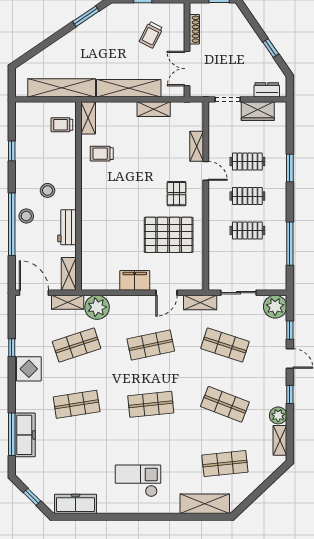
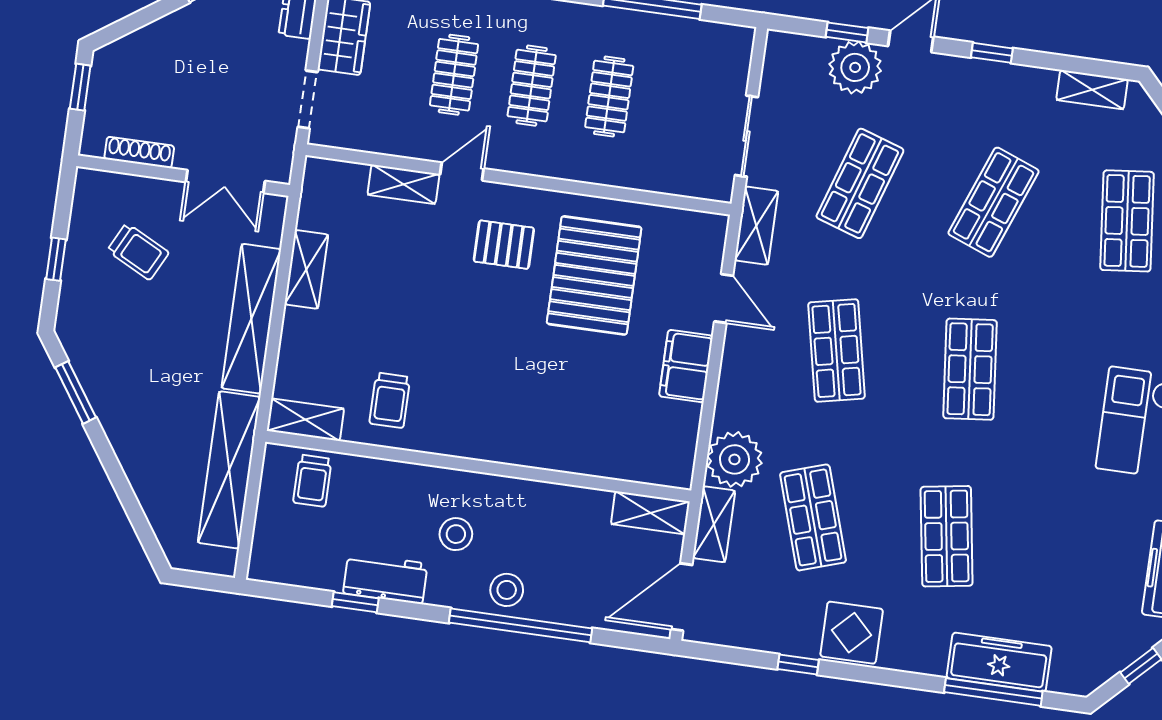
workbench: (67, 227) -> (385, 578), moved, turned 180
plant: (275, 307) -> (855, 67), moved
plant: (278, 415) -> (1035, 86), removed

